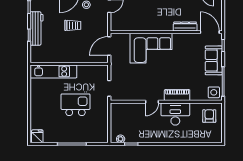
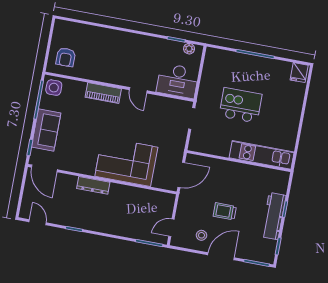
dresser: (185, 27) -> (93, 185), moved
door: (152, 102) -> (138, 90), swing flipped
kitchen island: (75, 105) -> (240, 105), turned 180
desk: (175, 114) -> (178, 81), moved

